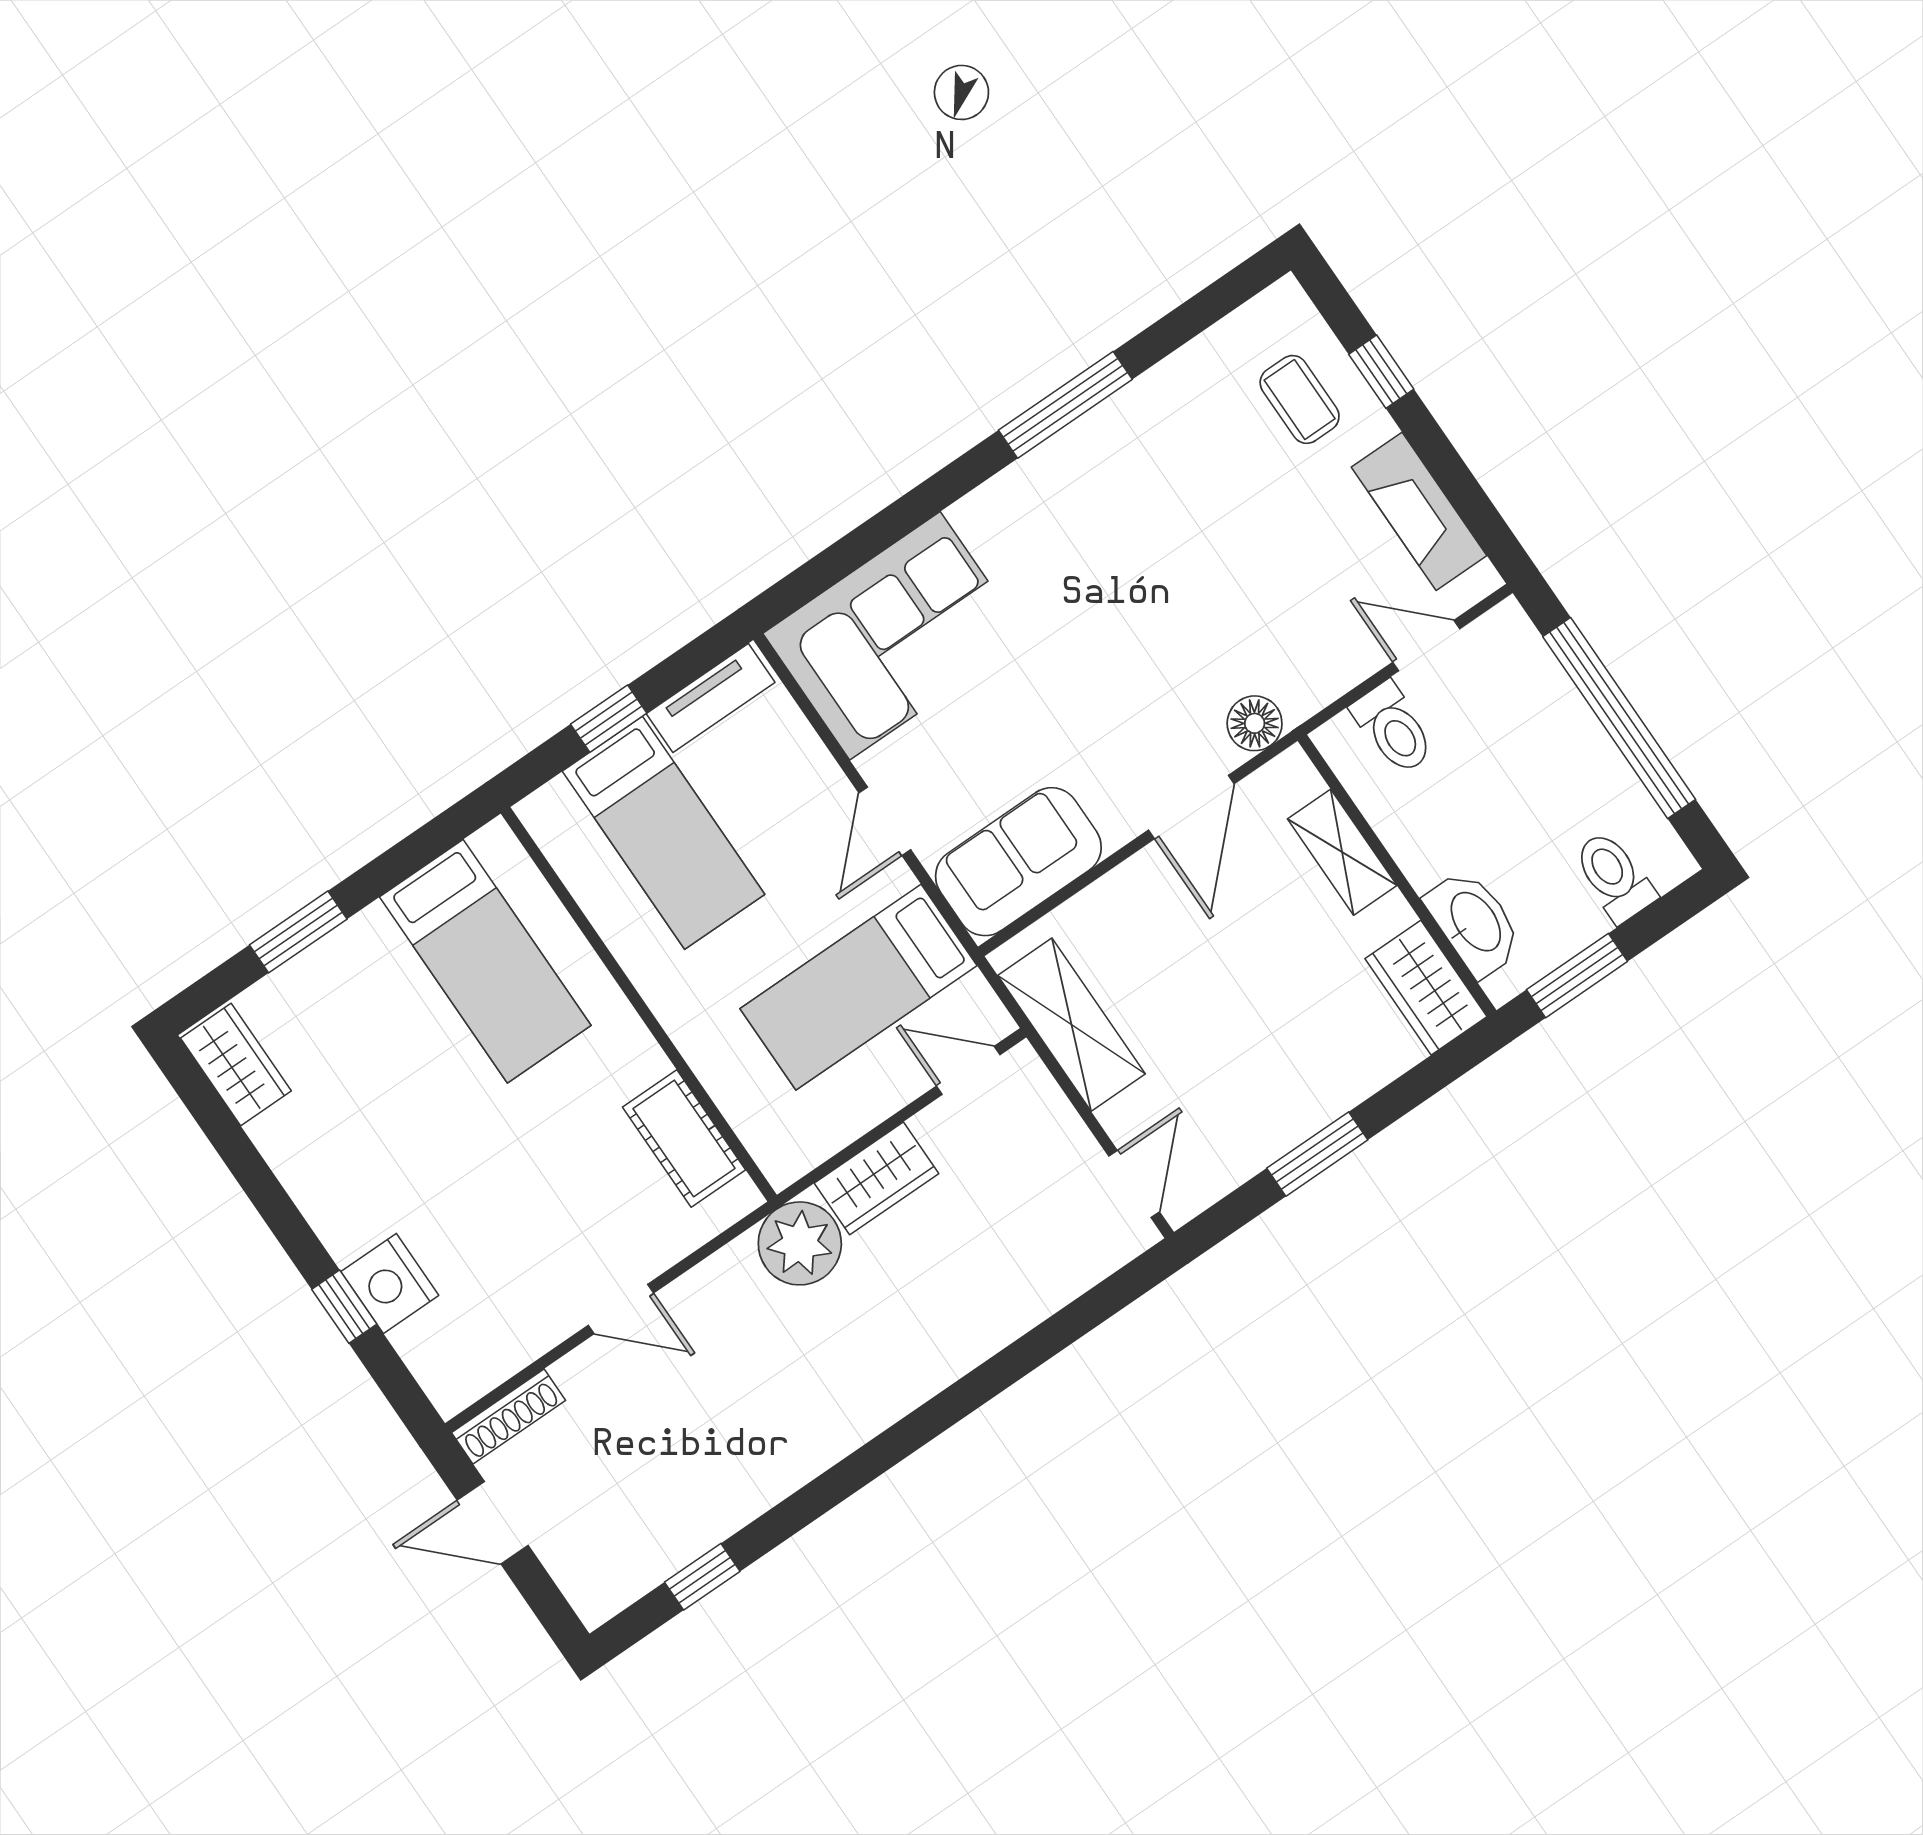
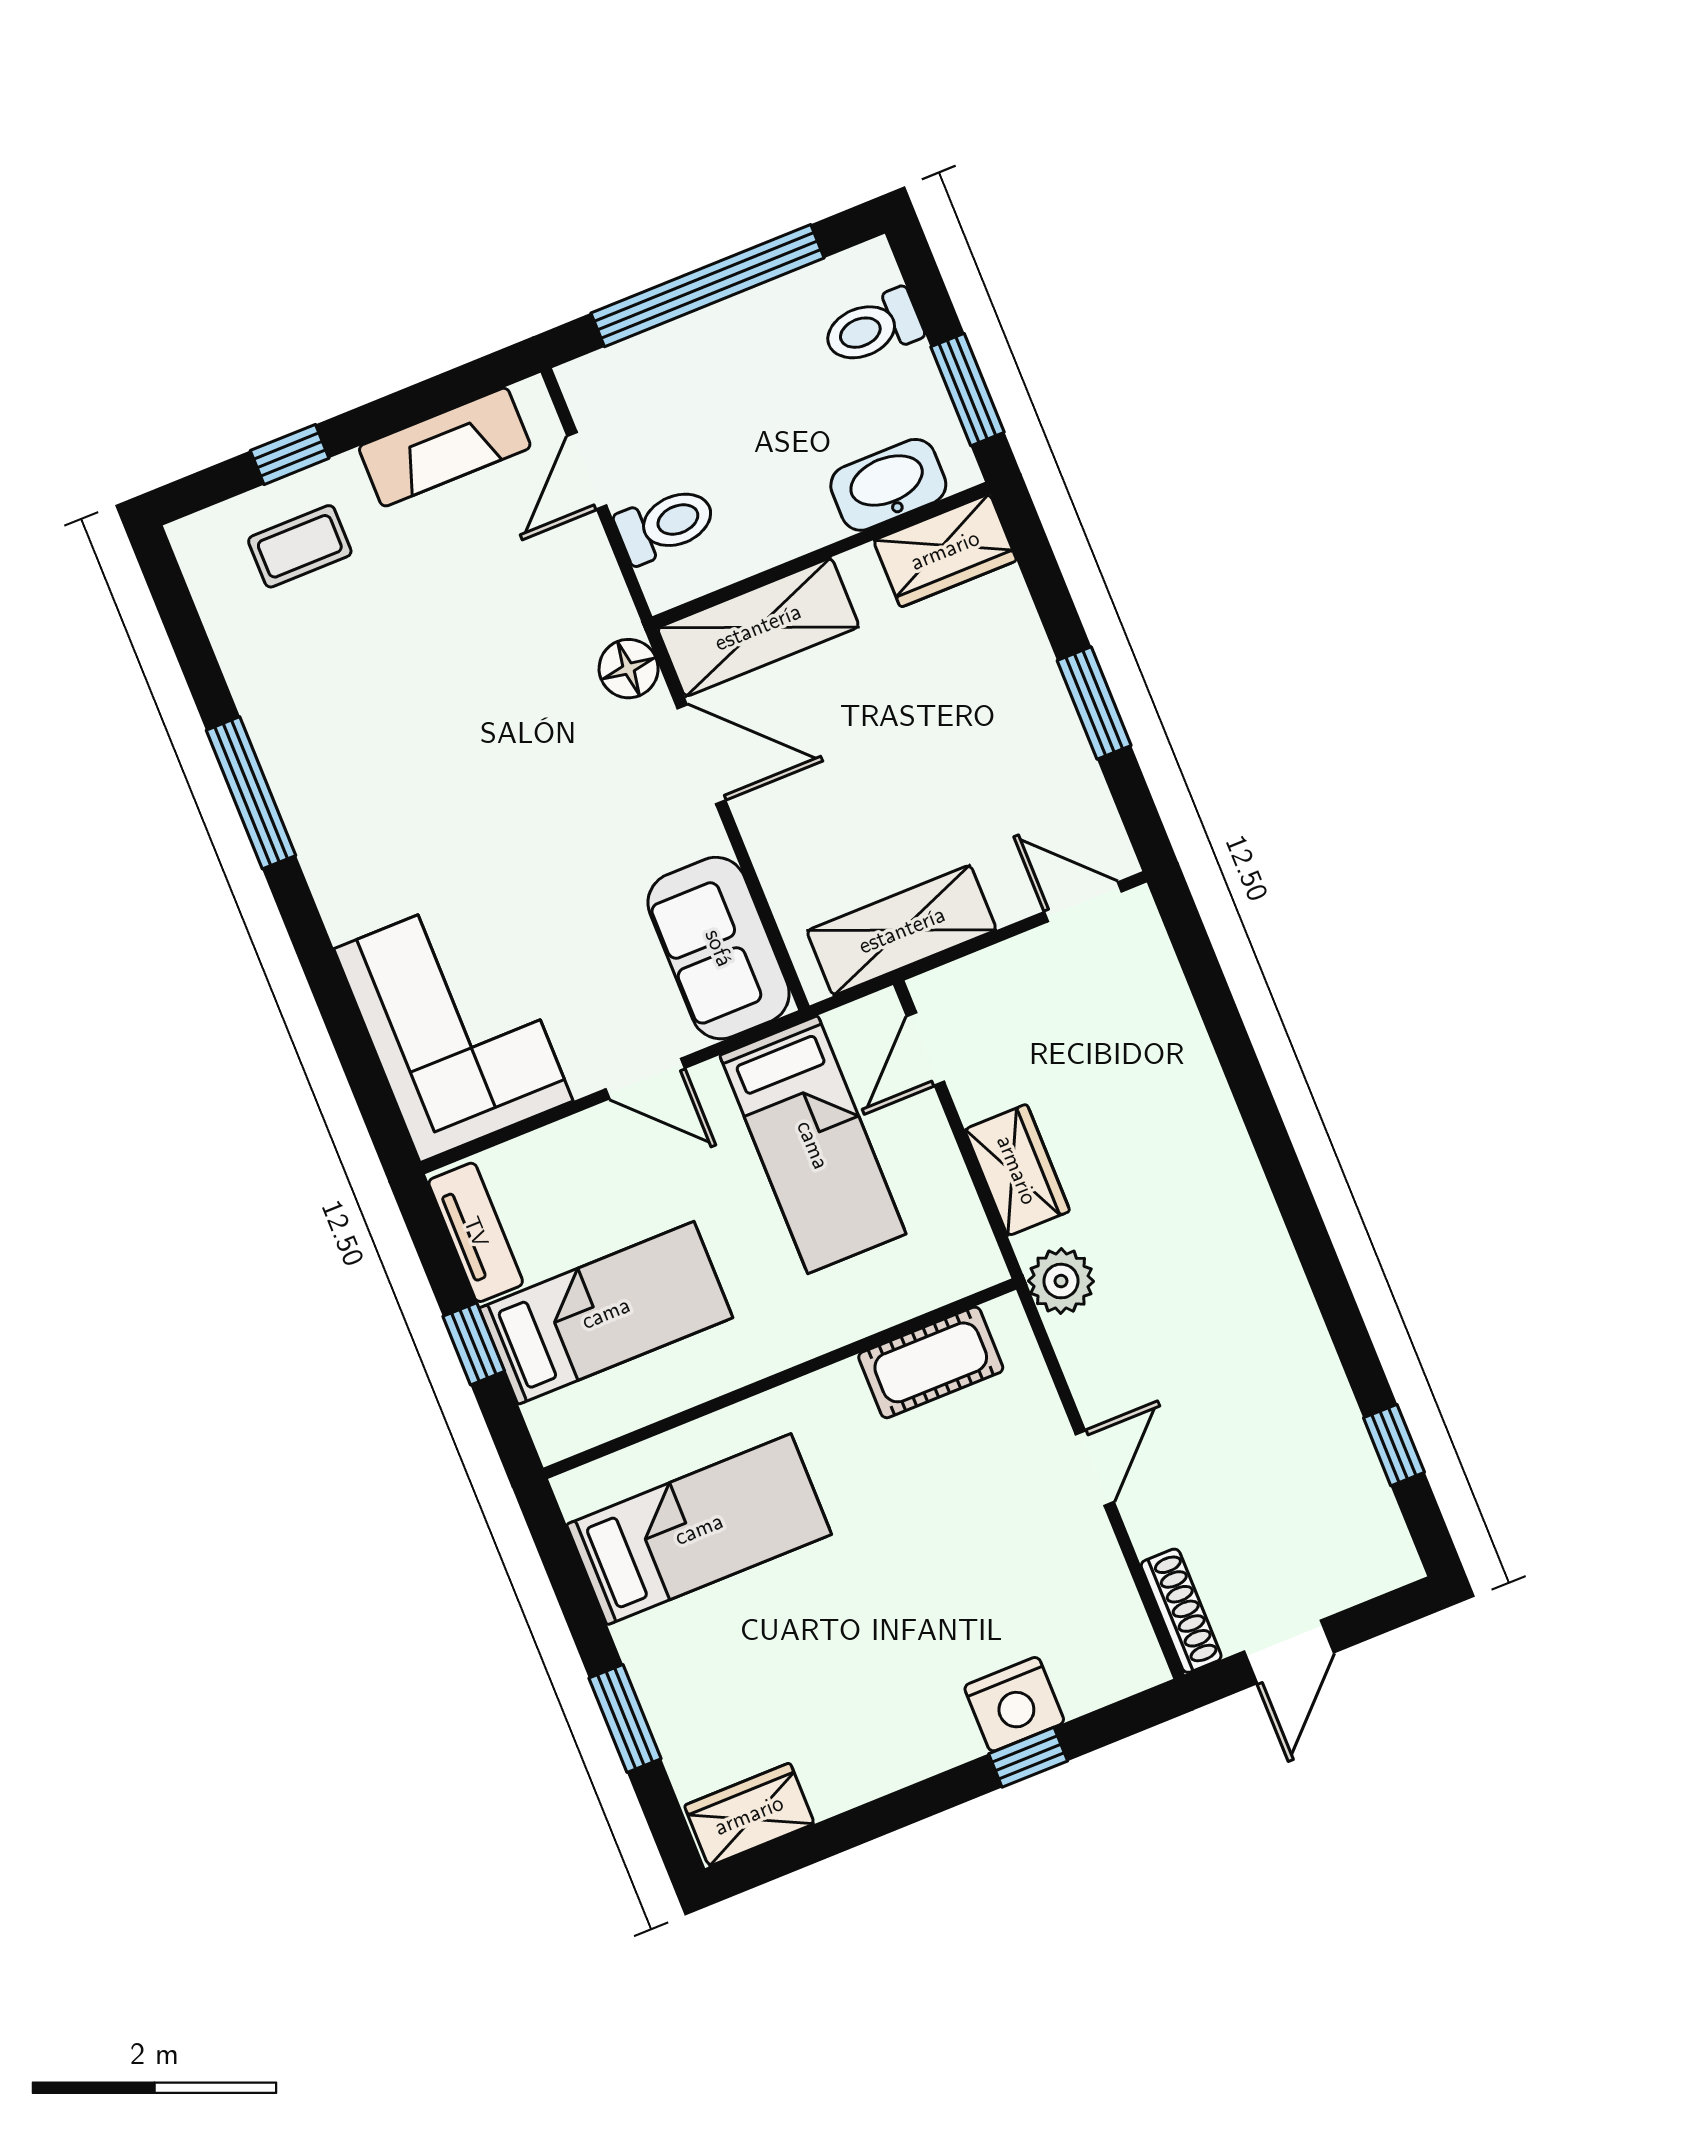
shelving: (1342, 852) -> (758, 627), width x1.50, depth x1.33
plant: (800, 1243) -> (1061, 1281), width x0.73, depth x0.73

